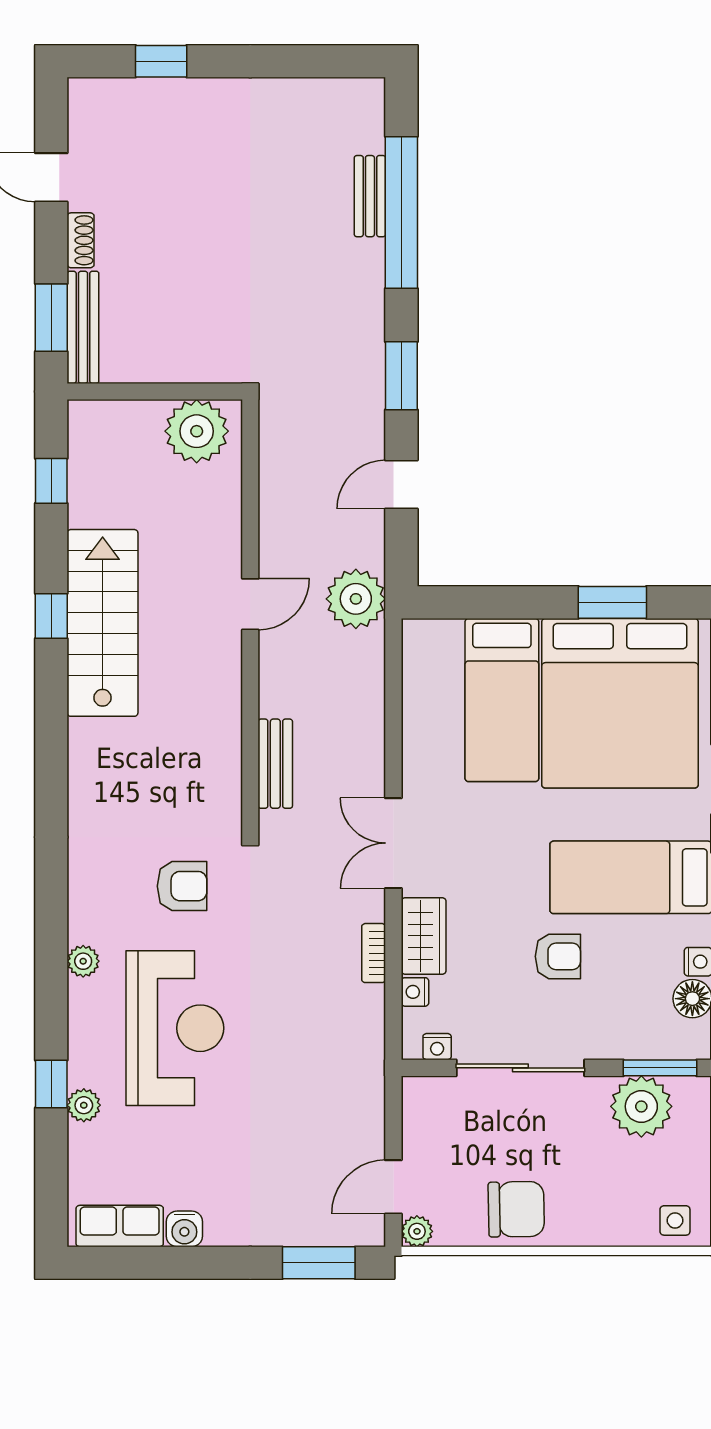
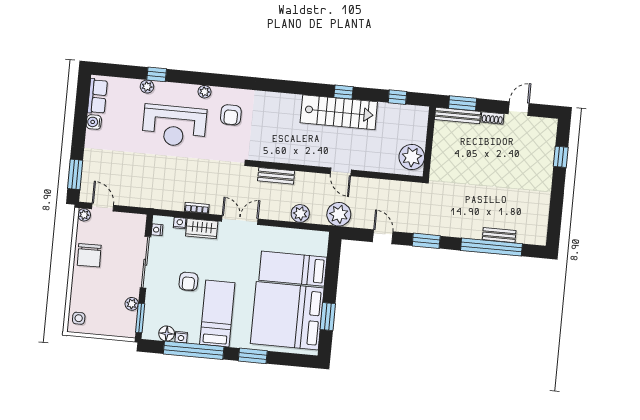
plant: (363, 695) -> (300, 213), added
armchair: (182, 886) -> (231, 115), moved
plant: (641, 1106) -> (132, 304), width x0.53, depth x0.53

